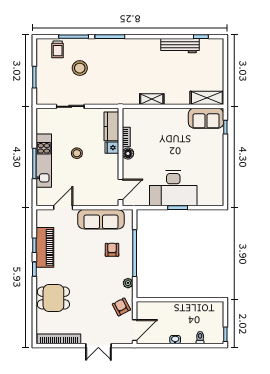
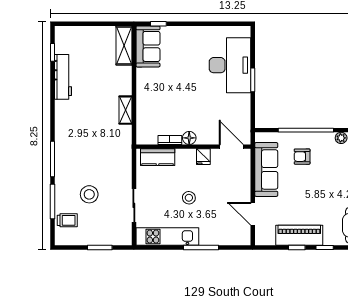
fridge: (112, 148) -> (203, 157), moved
kitchen unit: (44, 161) -> (167, 237), moved
desk: (173, 188) -> (230, 65), moved

